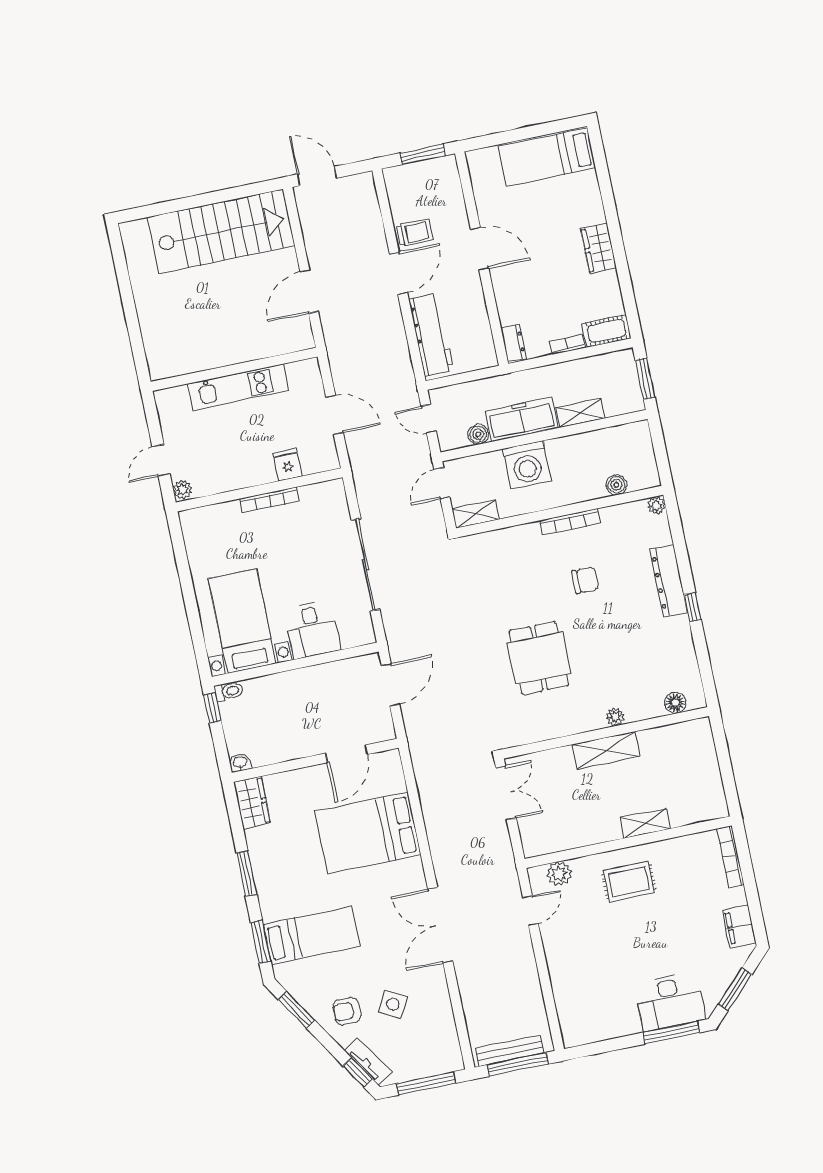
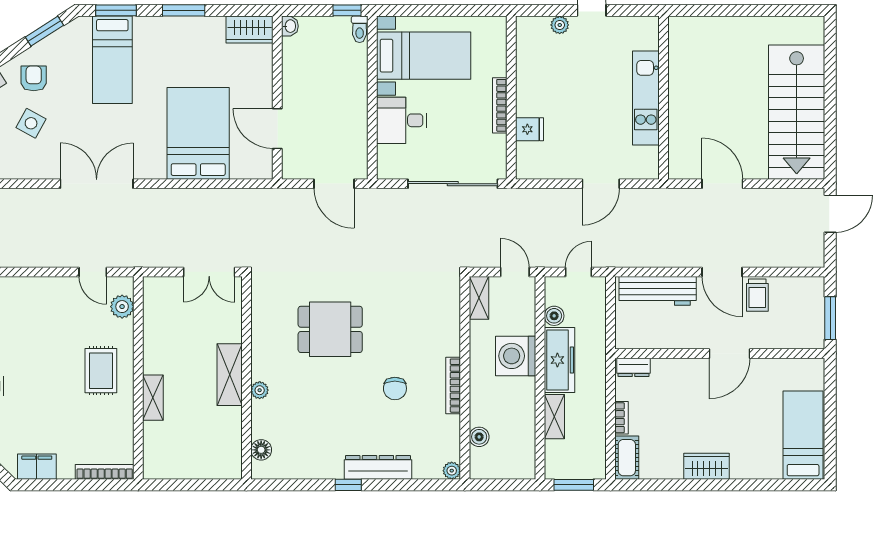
fridge: (287, 465) -> (530, 129), moved
wall: (259, 490) -> (511, 98), moved
bookcase: (269, 500) -> (500, 105), moved

